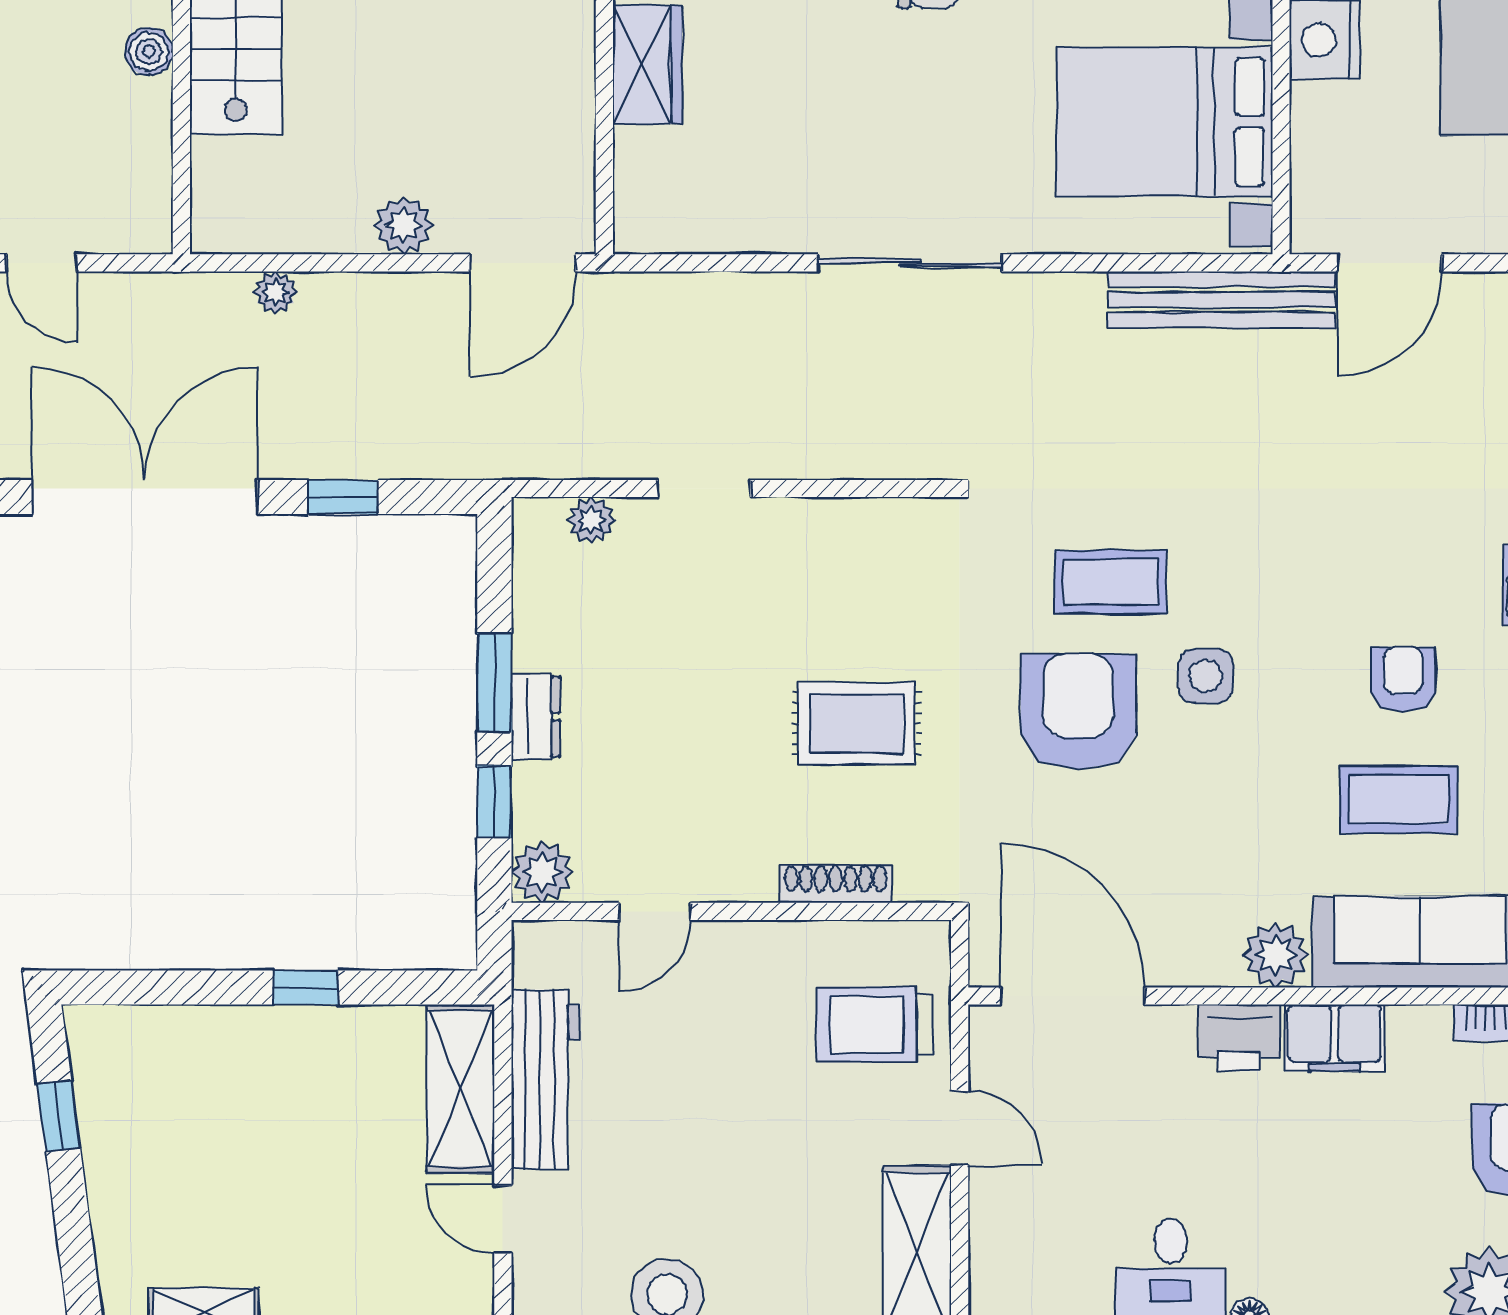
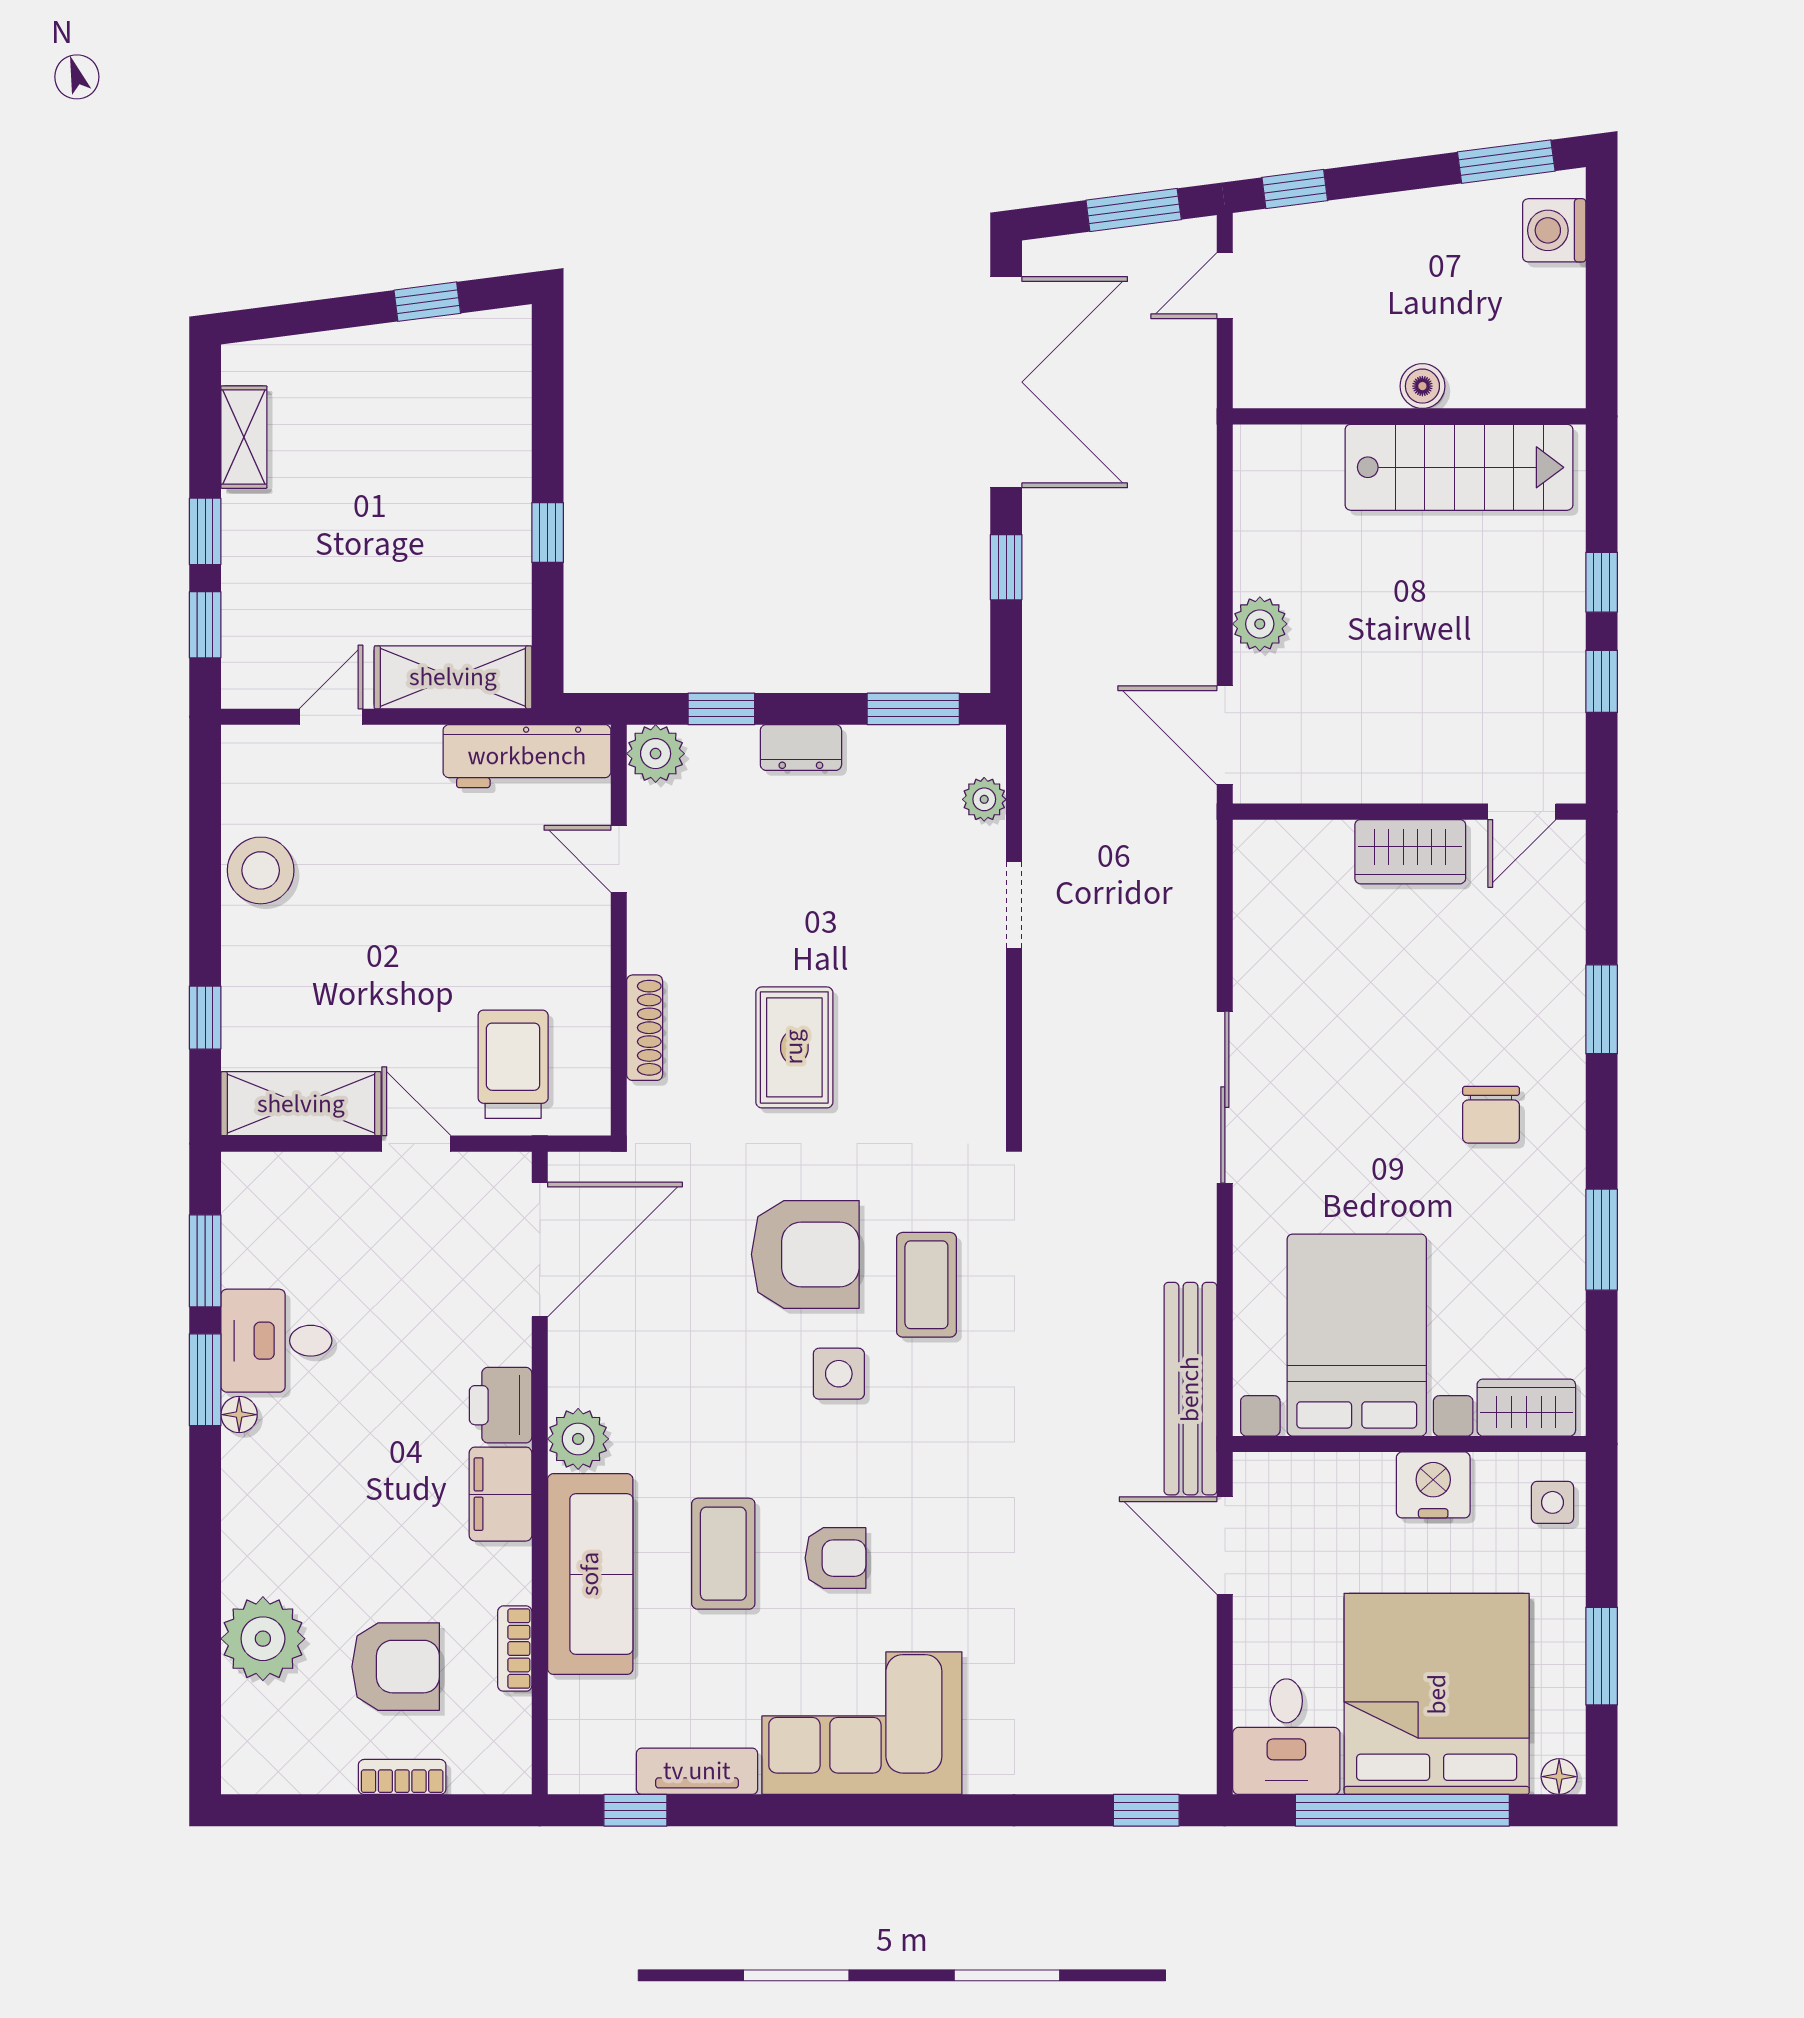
plant: (275, 292) -> (1197, 504), removed
window: (494, 683) -> (913, 709), moved
workbench: (545, 1079) -> (527, 756), moved
door: (960, 1128) -> (416, 1144), swing flipped

